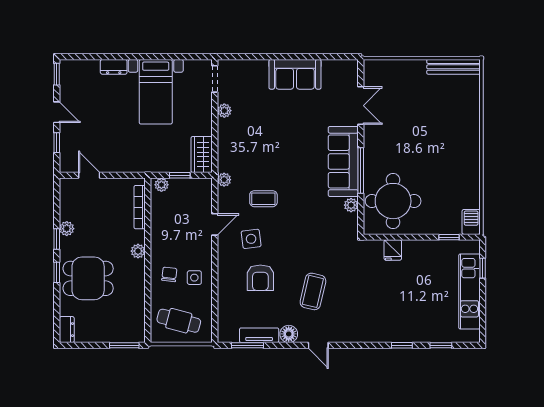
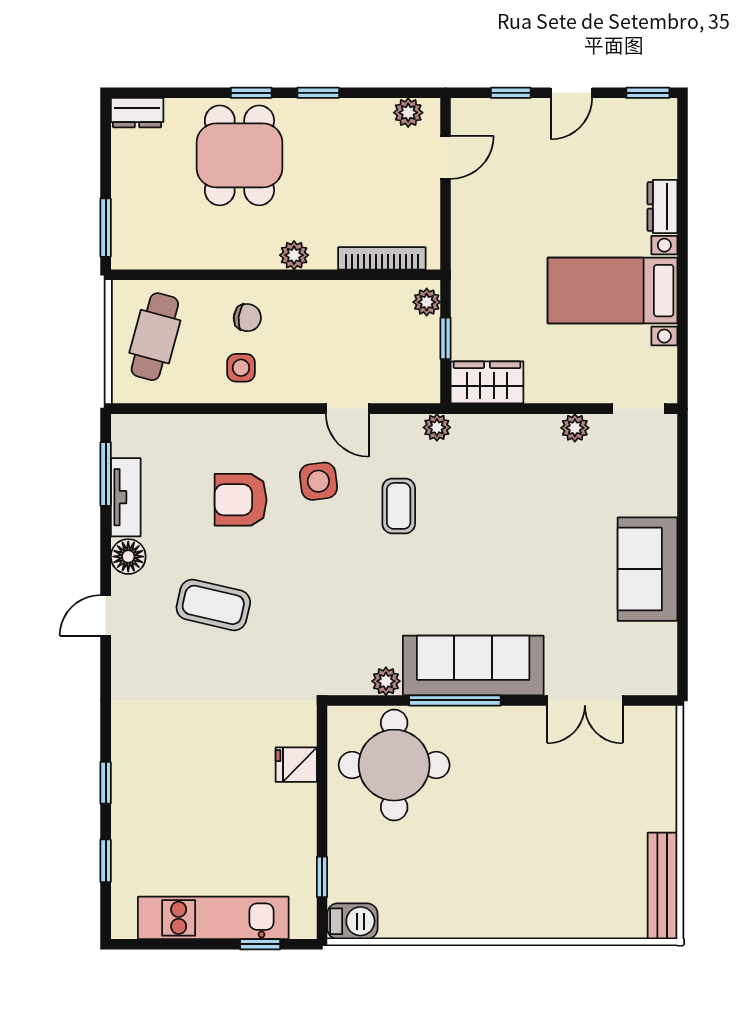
plant: (67, 229) -> (408, 113), moved

